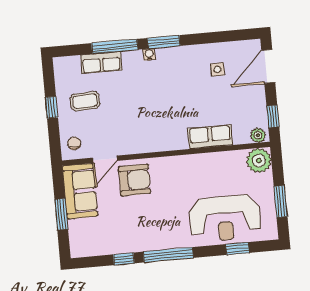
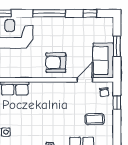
window: (52, 107) -> (117, 103), moved
armchair: (134, 180) -> (56, 63), moved
window: (124, 259) -> (90, 13), moved

